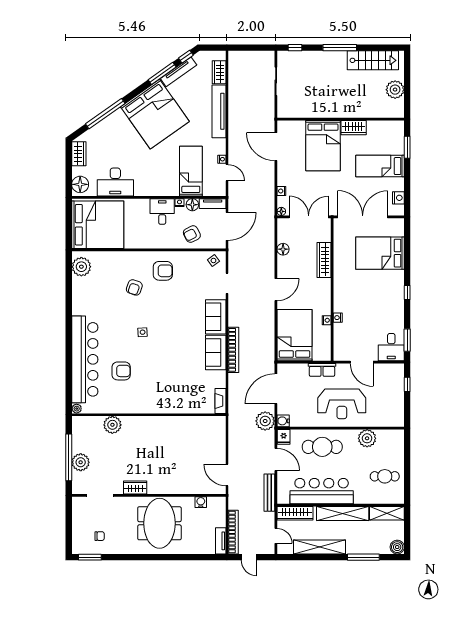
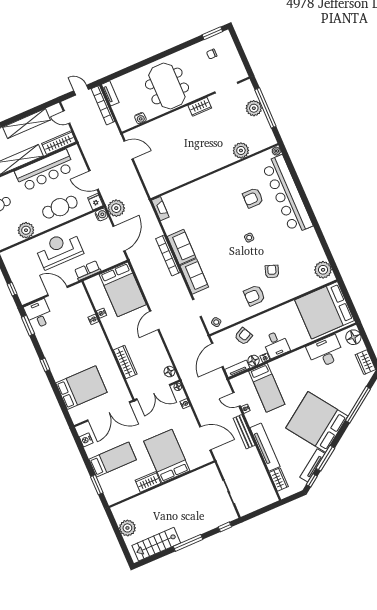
floor lamp: (283, 249) -> (170, 372), moved
bench: (269, 493) -> (244, 432), moved

